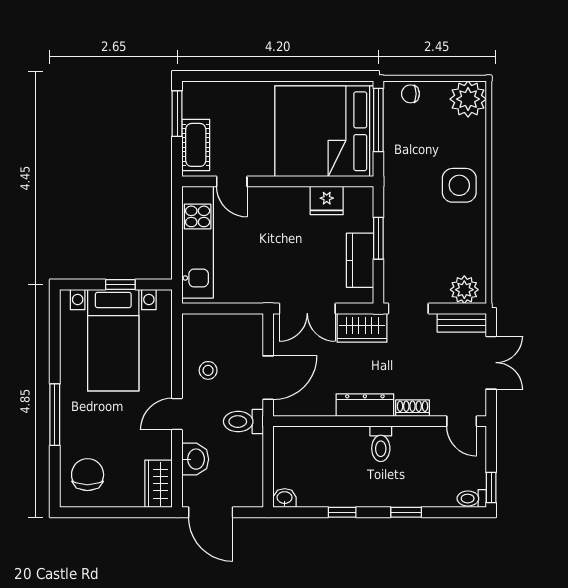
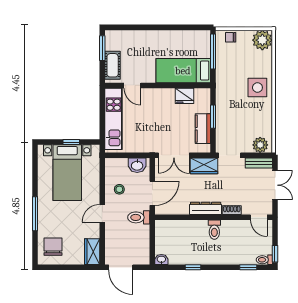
bed: (324, 131) -> (183, 71), width x0.49
washbasin: (195, 459) -> (137, 165), moved, turned 90
window: (406, 512) -> (248, 267), moved

